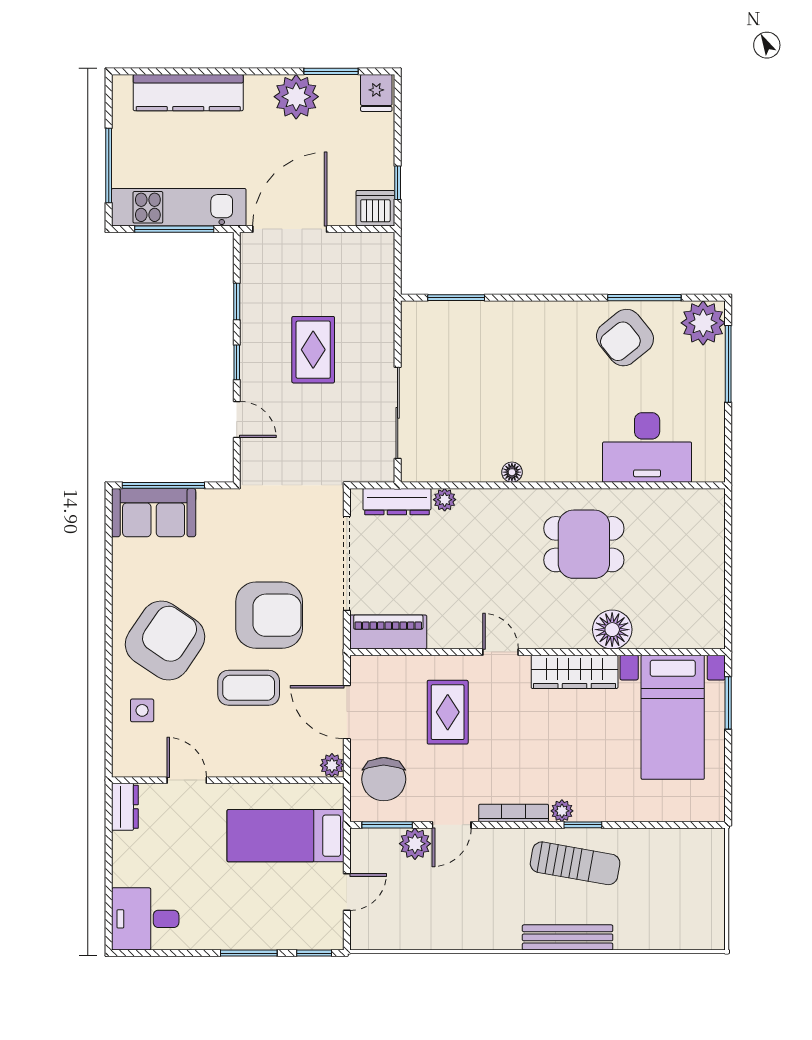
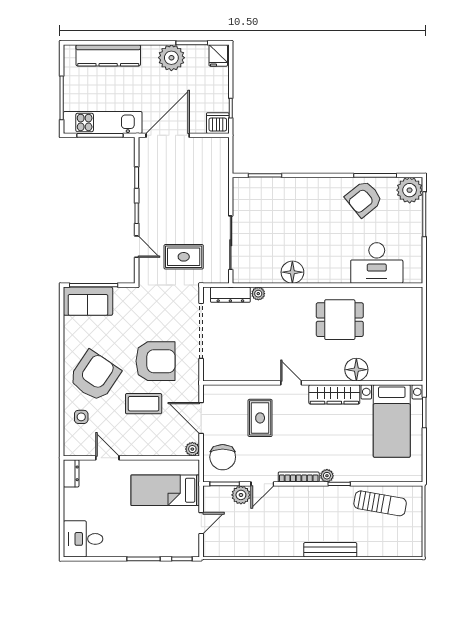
rug: (313, 350) -> (184, 257), moved, turned 90
floor lamp: (512, 472) -> (292, 272), width x1.89, depth x1.89
piano: (388, 632) -> (225, 371), removed
sun lounger: (575, 863) -> (380, 503), moved

